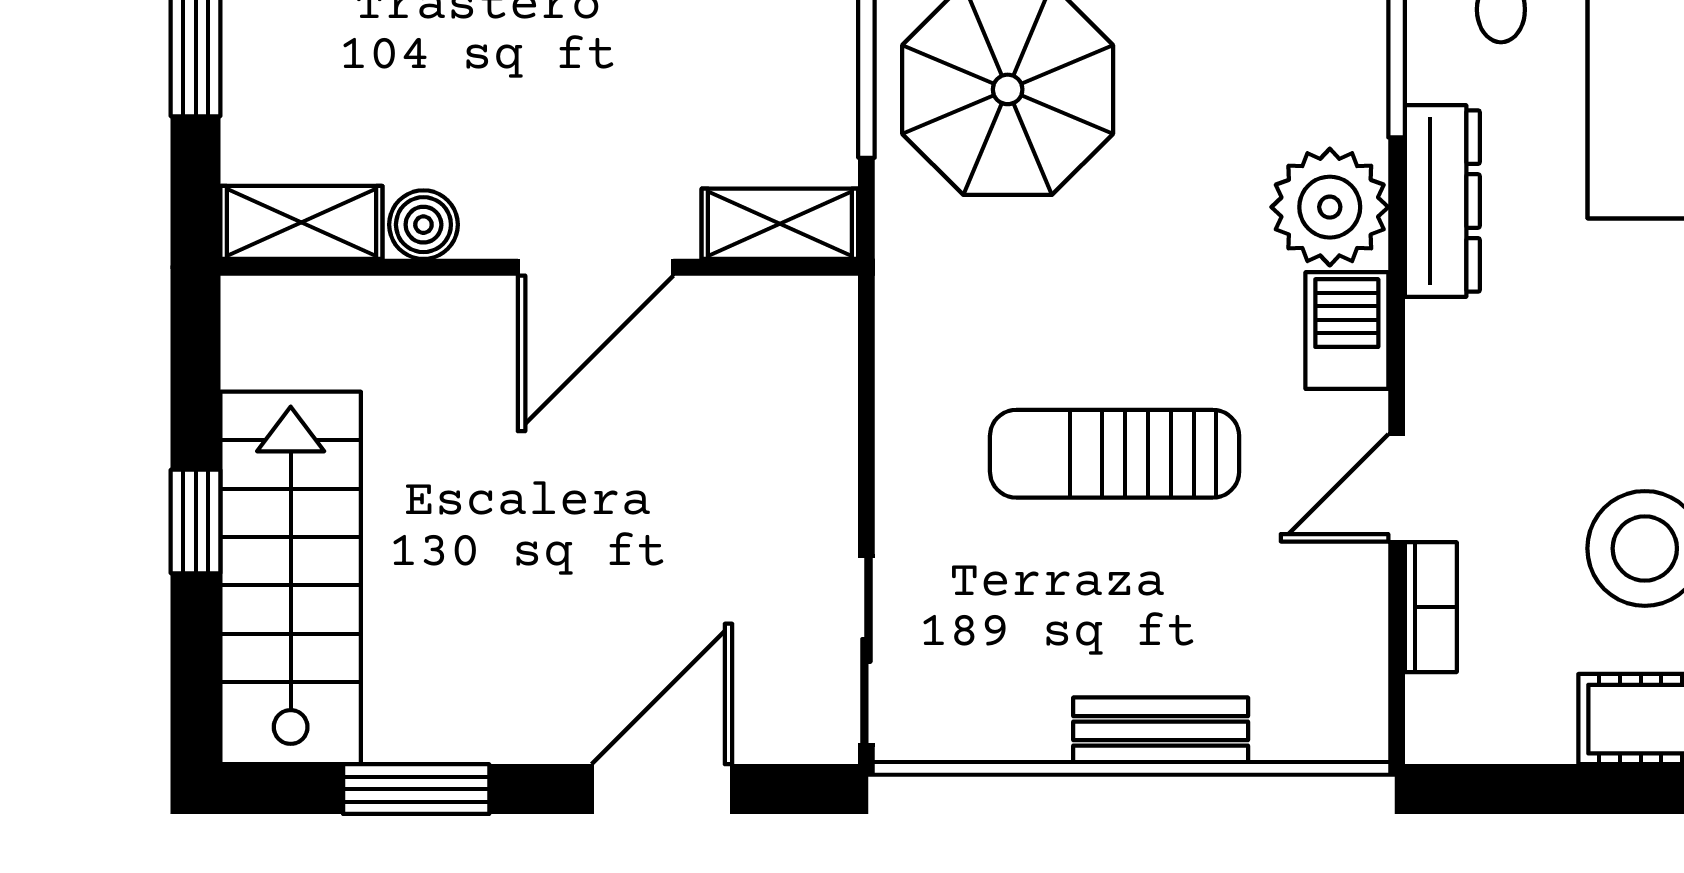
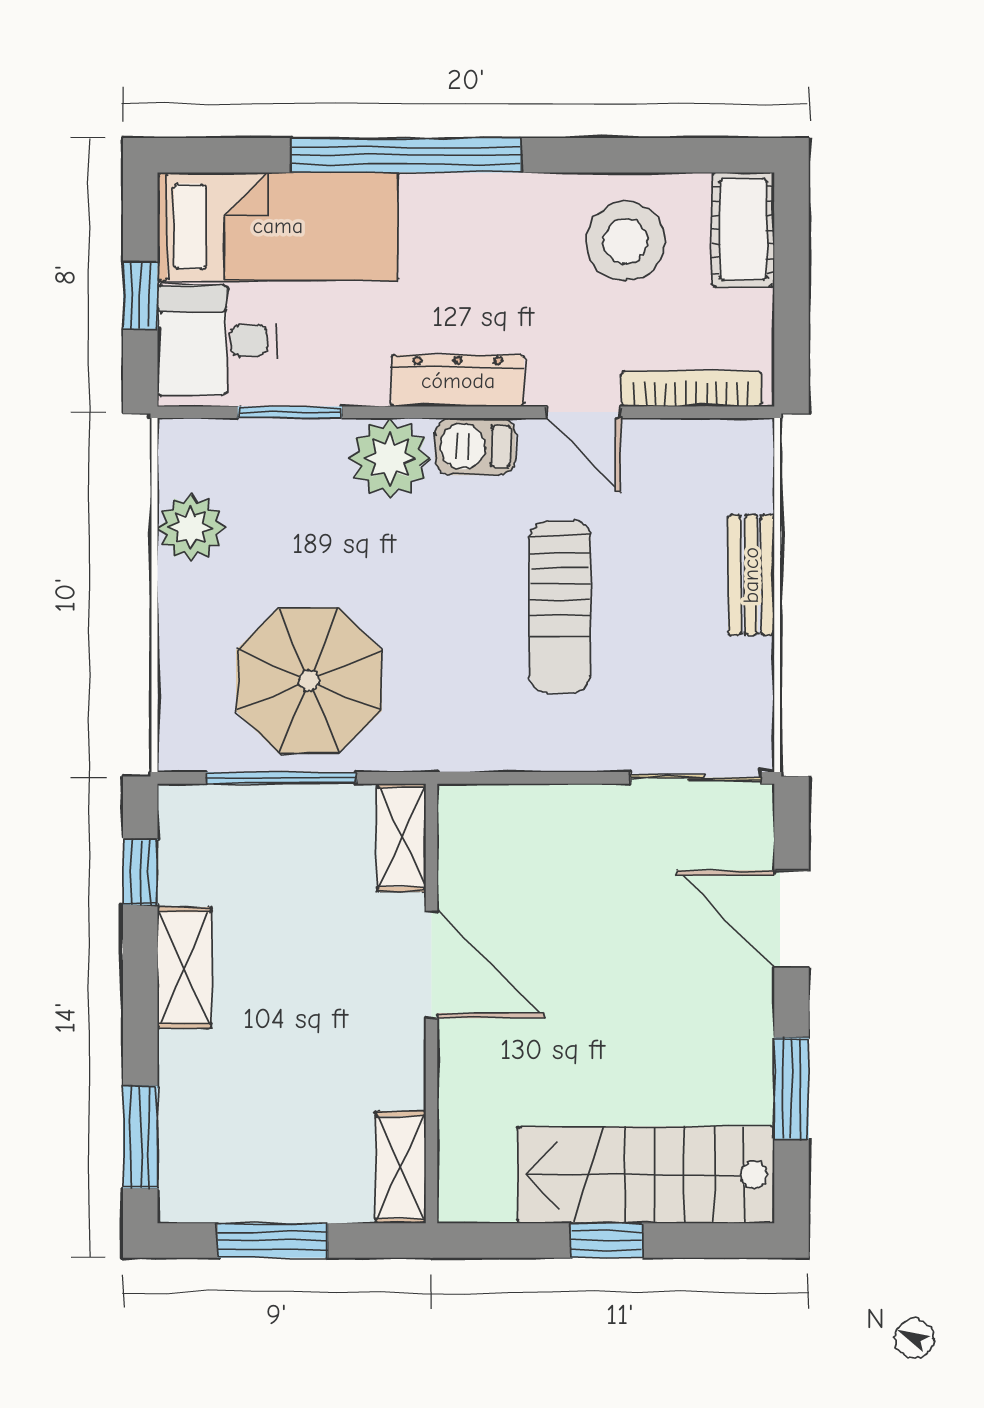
dresser: (1442, 201) -> (458, 381), moved
boiler: (423, 225) -> (402, 1083), removed
bookcase: (1431, 607) -> (691, 389), width x1.56

